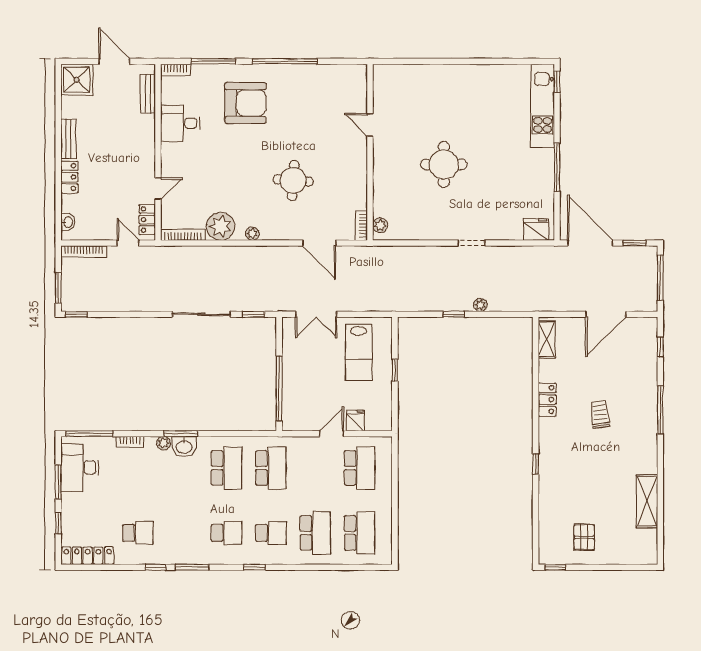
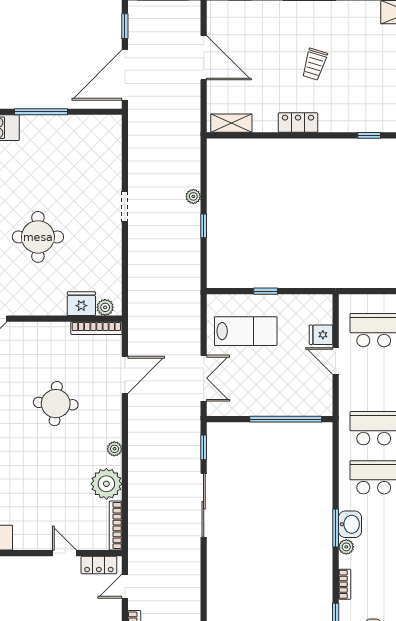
bookcase: (361, 226) -> (96, 328), width x1.56
fridge: (536, 230) -> (81, 304), moved, turned 90
trolley: (600, 414) -> (314, 64), turned -66

